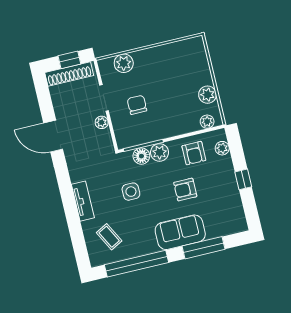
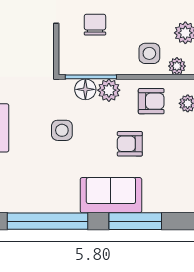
side table: (184, 117) -> (149, 53), added
plant: (102, 122) -> (46, 36), removed
armchair: (194, 153) -> (151, 101), turned -90
coffee table: (109, 237) -> (22, 180), removed

